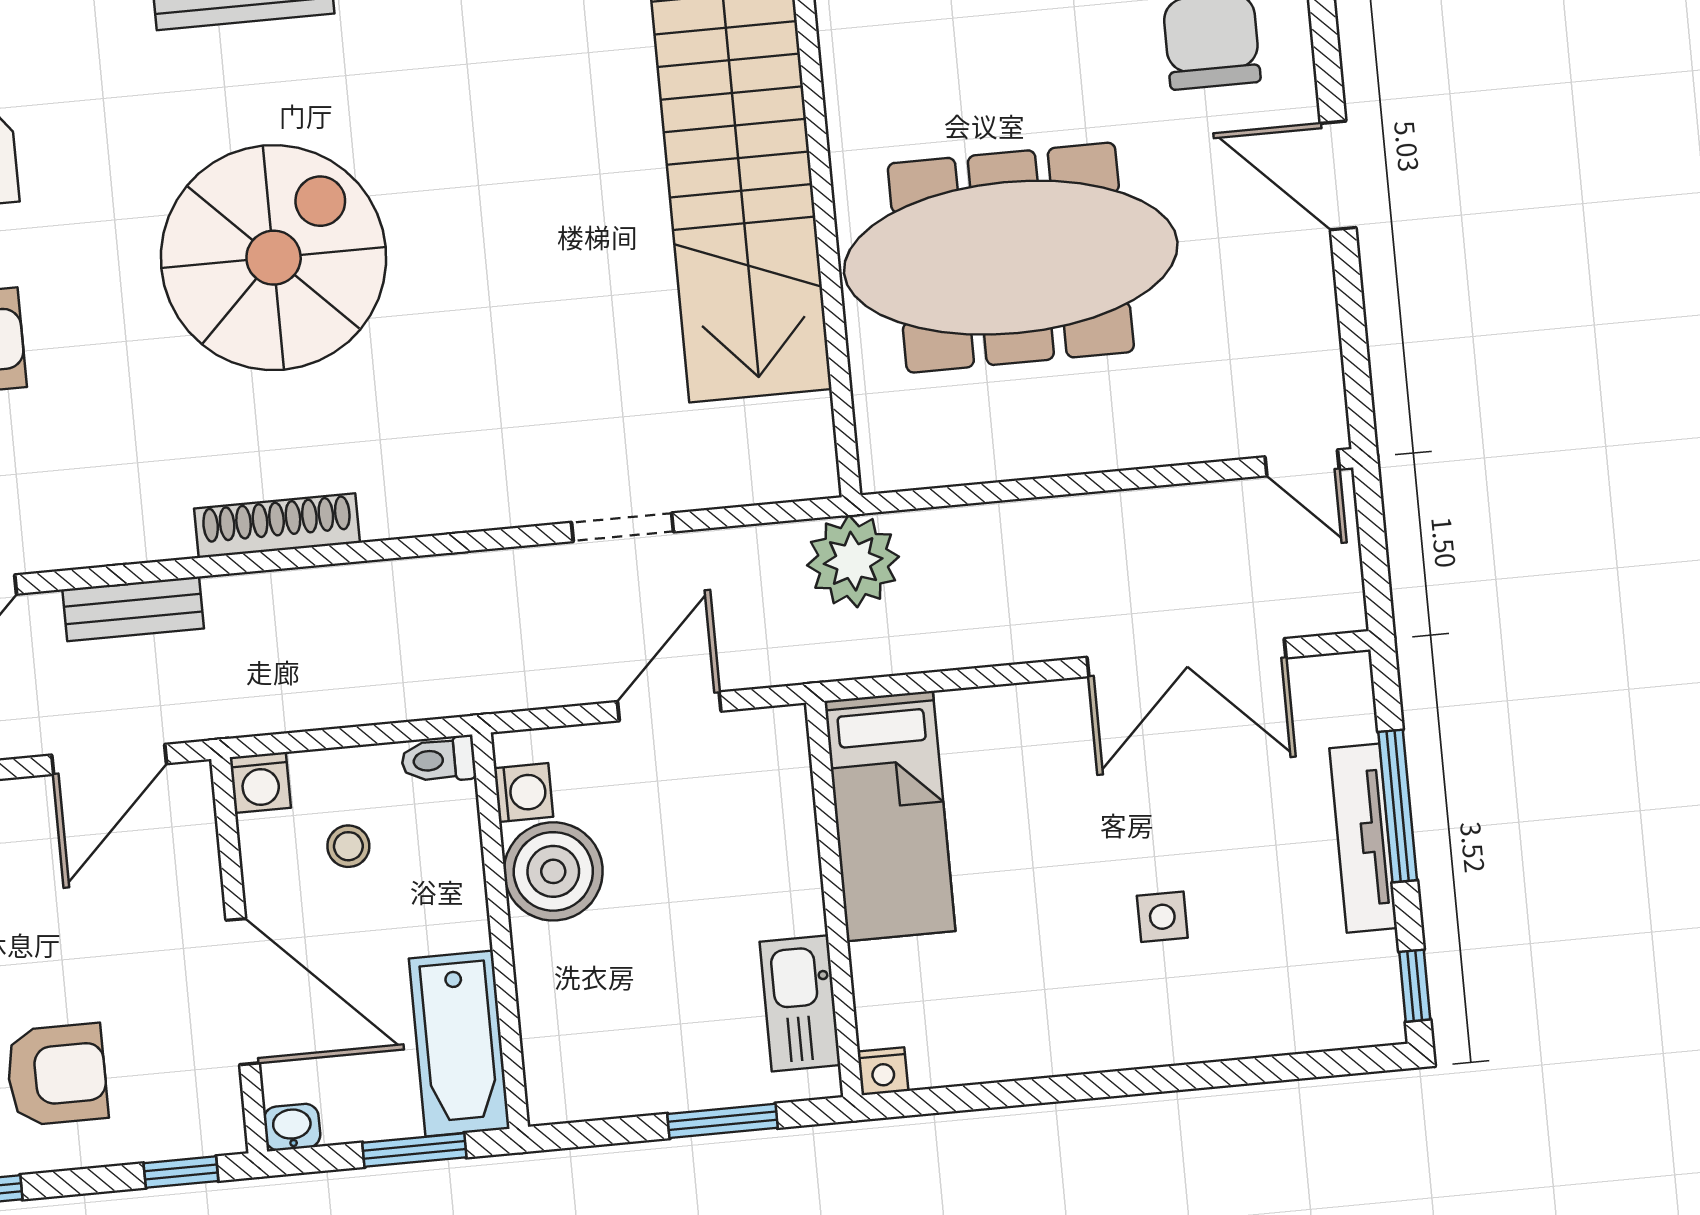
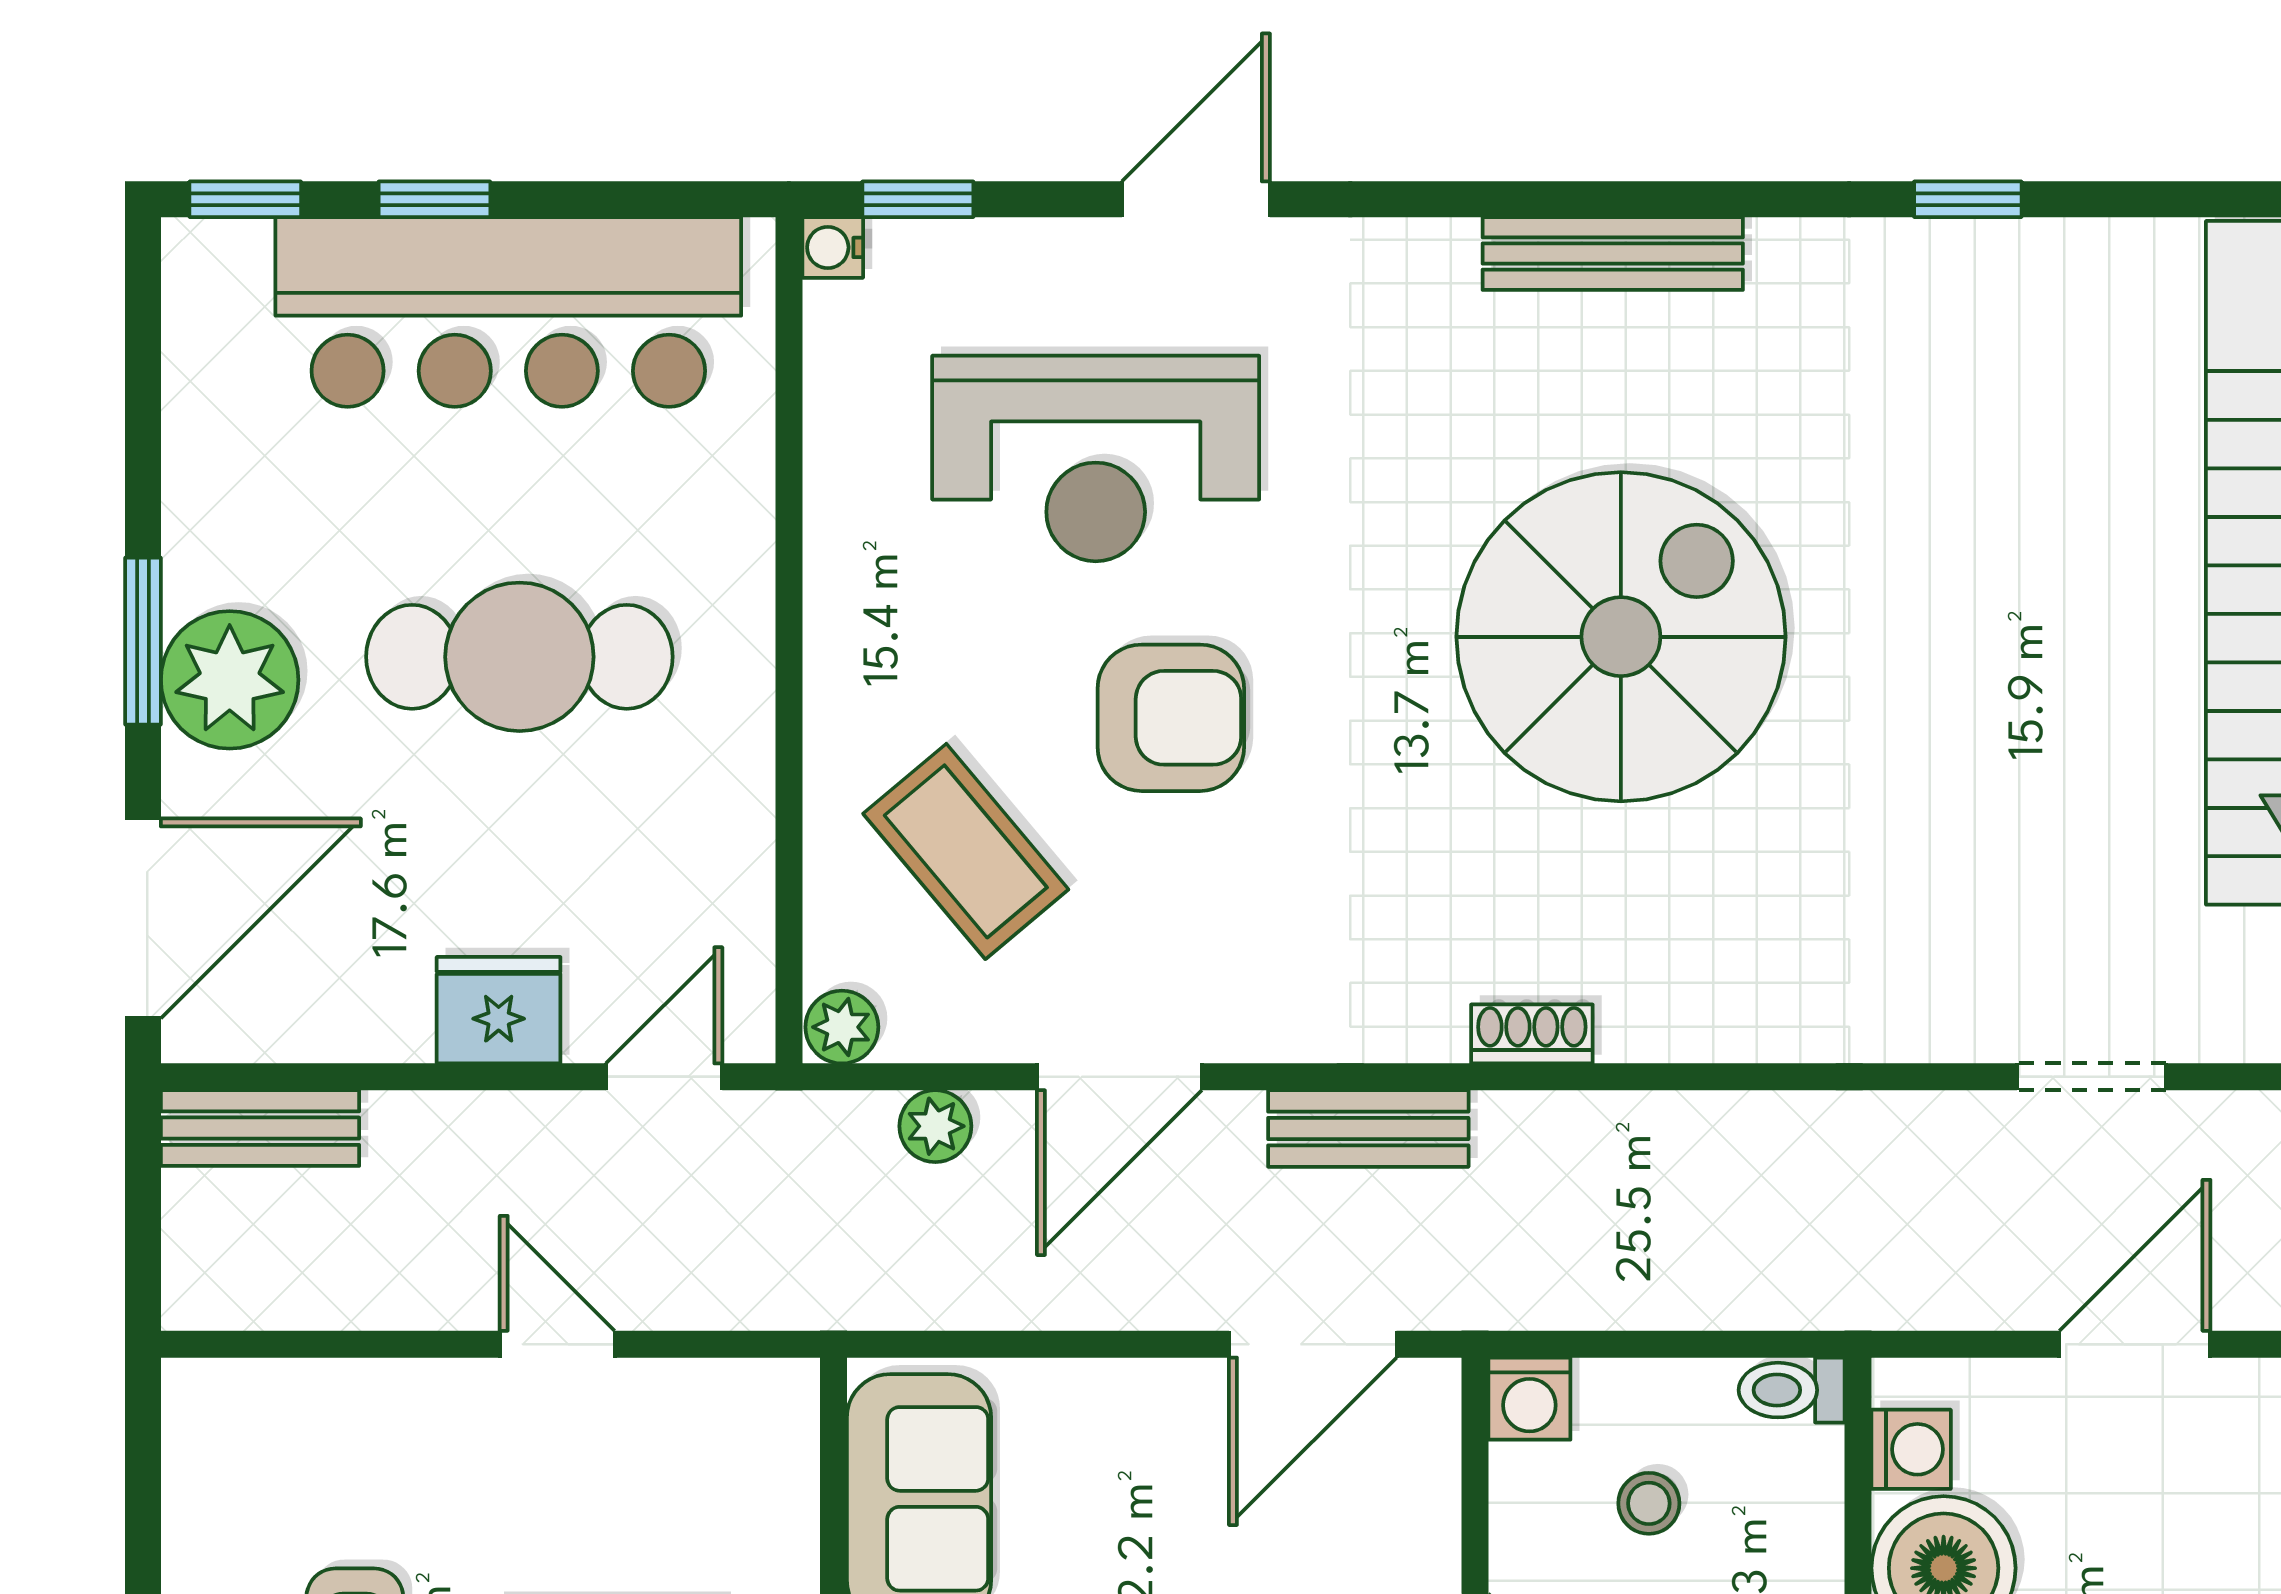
shoe rack: (277, 526) -> (1532, 1034), width x0.51, depth x0.81

